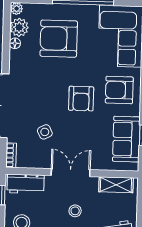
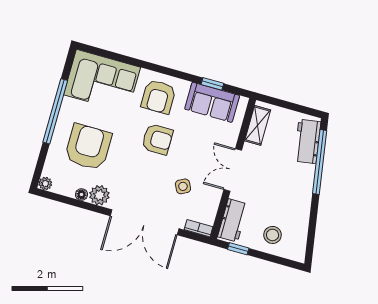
plant: (19, 27) -> (99, 195), moved
armchair: (59, 39) -> (88, 147), turned 180
stool: (75, 211) -> (274, 175), removed

